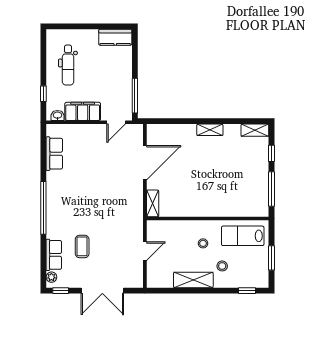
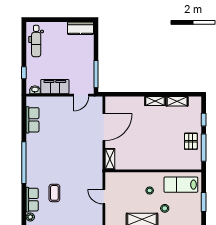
dental chair: (68, 65) -> (36, 41), moved
shelving: (255, 130) -> (177, 101), moved
pallet: (255, 181) -> (191, 141), added
door: (145, 251) -> (104, 197), swing flipped

